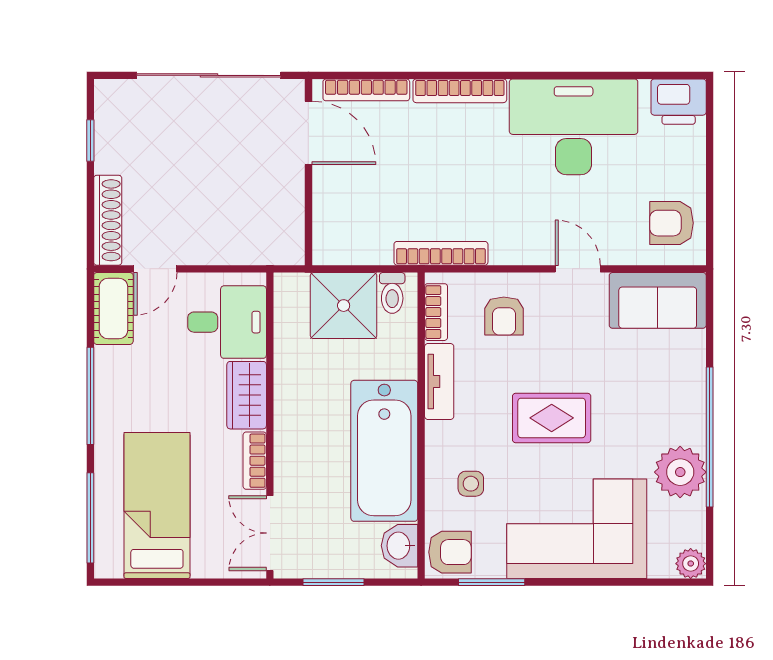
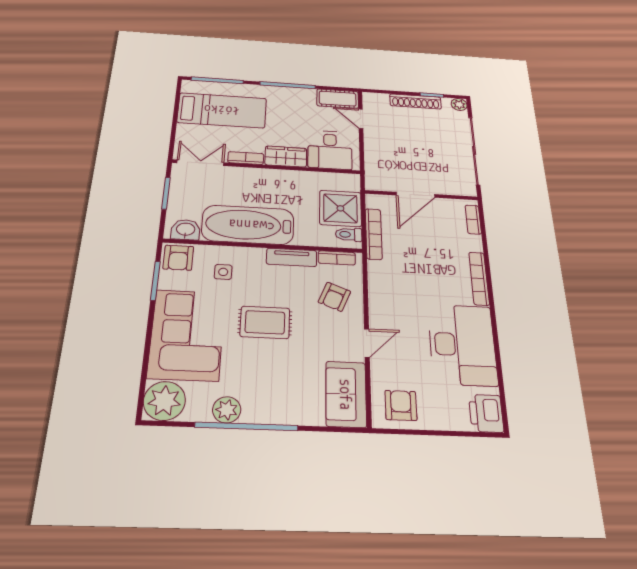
bookcase: (366, 90) -> (473, 220), width x0.64
plant: (108, 93) -> (459, 104), added
door: (308, 133) -> (415, 195), moved
shoe rack: (108, 220) -> (416, 101), moved
bookcase: (441, 253) -> (374, 234), moved
armchair: (504, 316) -> (334, 297), turned -68
rug: (552, 418) -> (265, 322), turned 90
plant: (680, 472) -> (227, 410), width x0.73, depth x0.73
plant: (691, 564) -> (164, 401), width x1.88, depth x1.88

